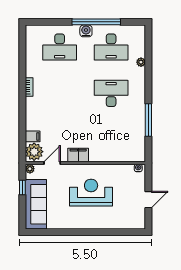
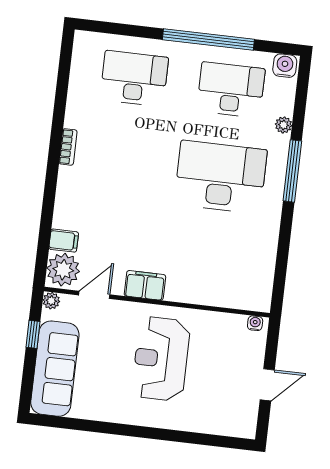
water cooler: (86, 31) -> (285, 66), moved
desk: (60, 47) -> (134, 78), turned 180
desk: (111, 47) -> (231, 90), turned 180
desk: (111, 93) -> (221, 177), width x1.36, depth x1.30
window: (148, 120) -> (292, 171), moved
reception desk: (91, 193) -> (161, 359), turned -90

